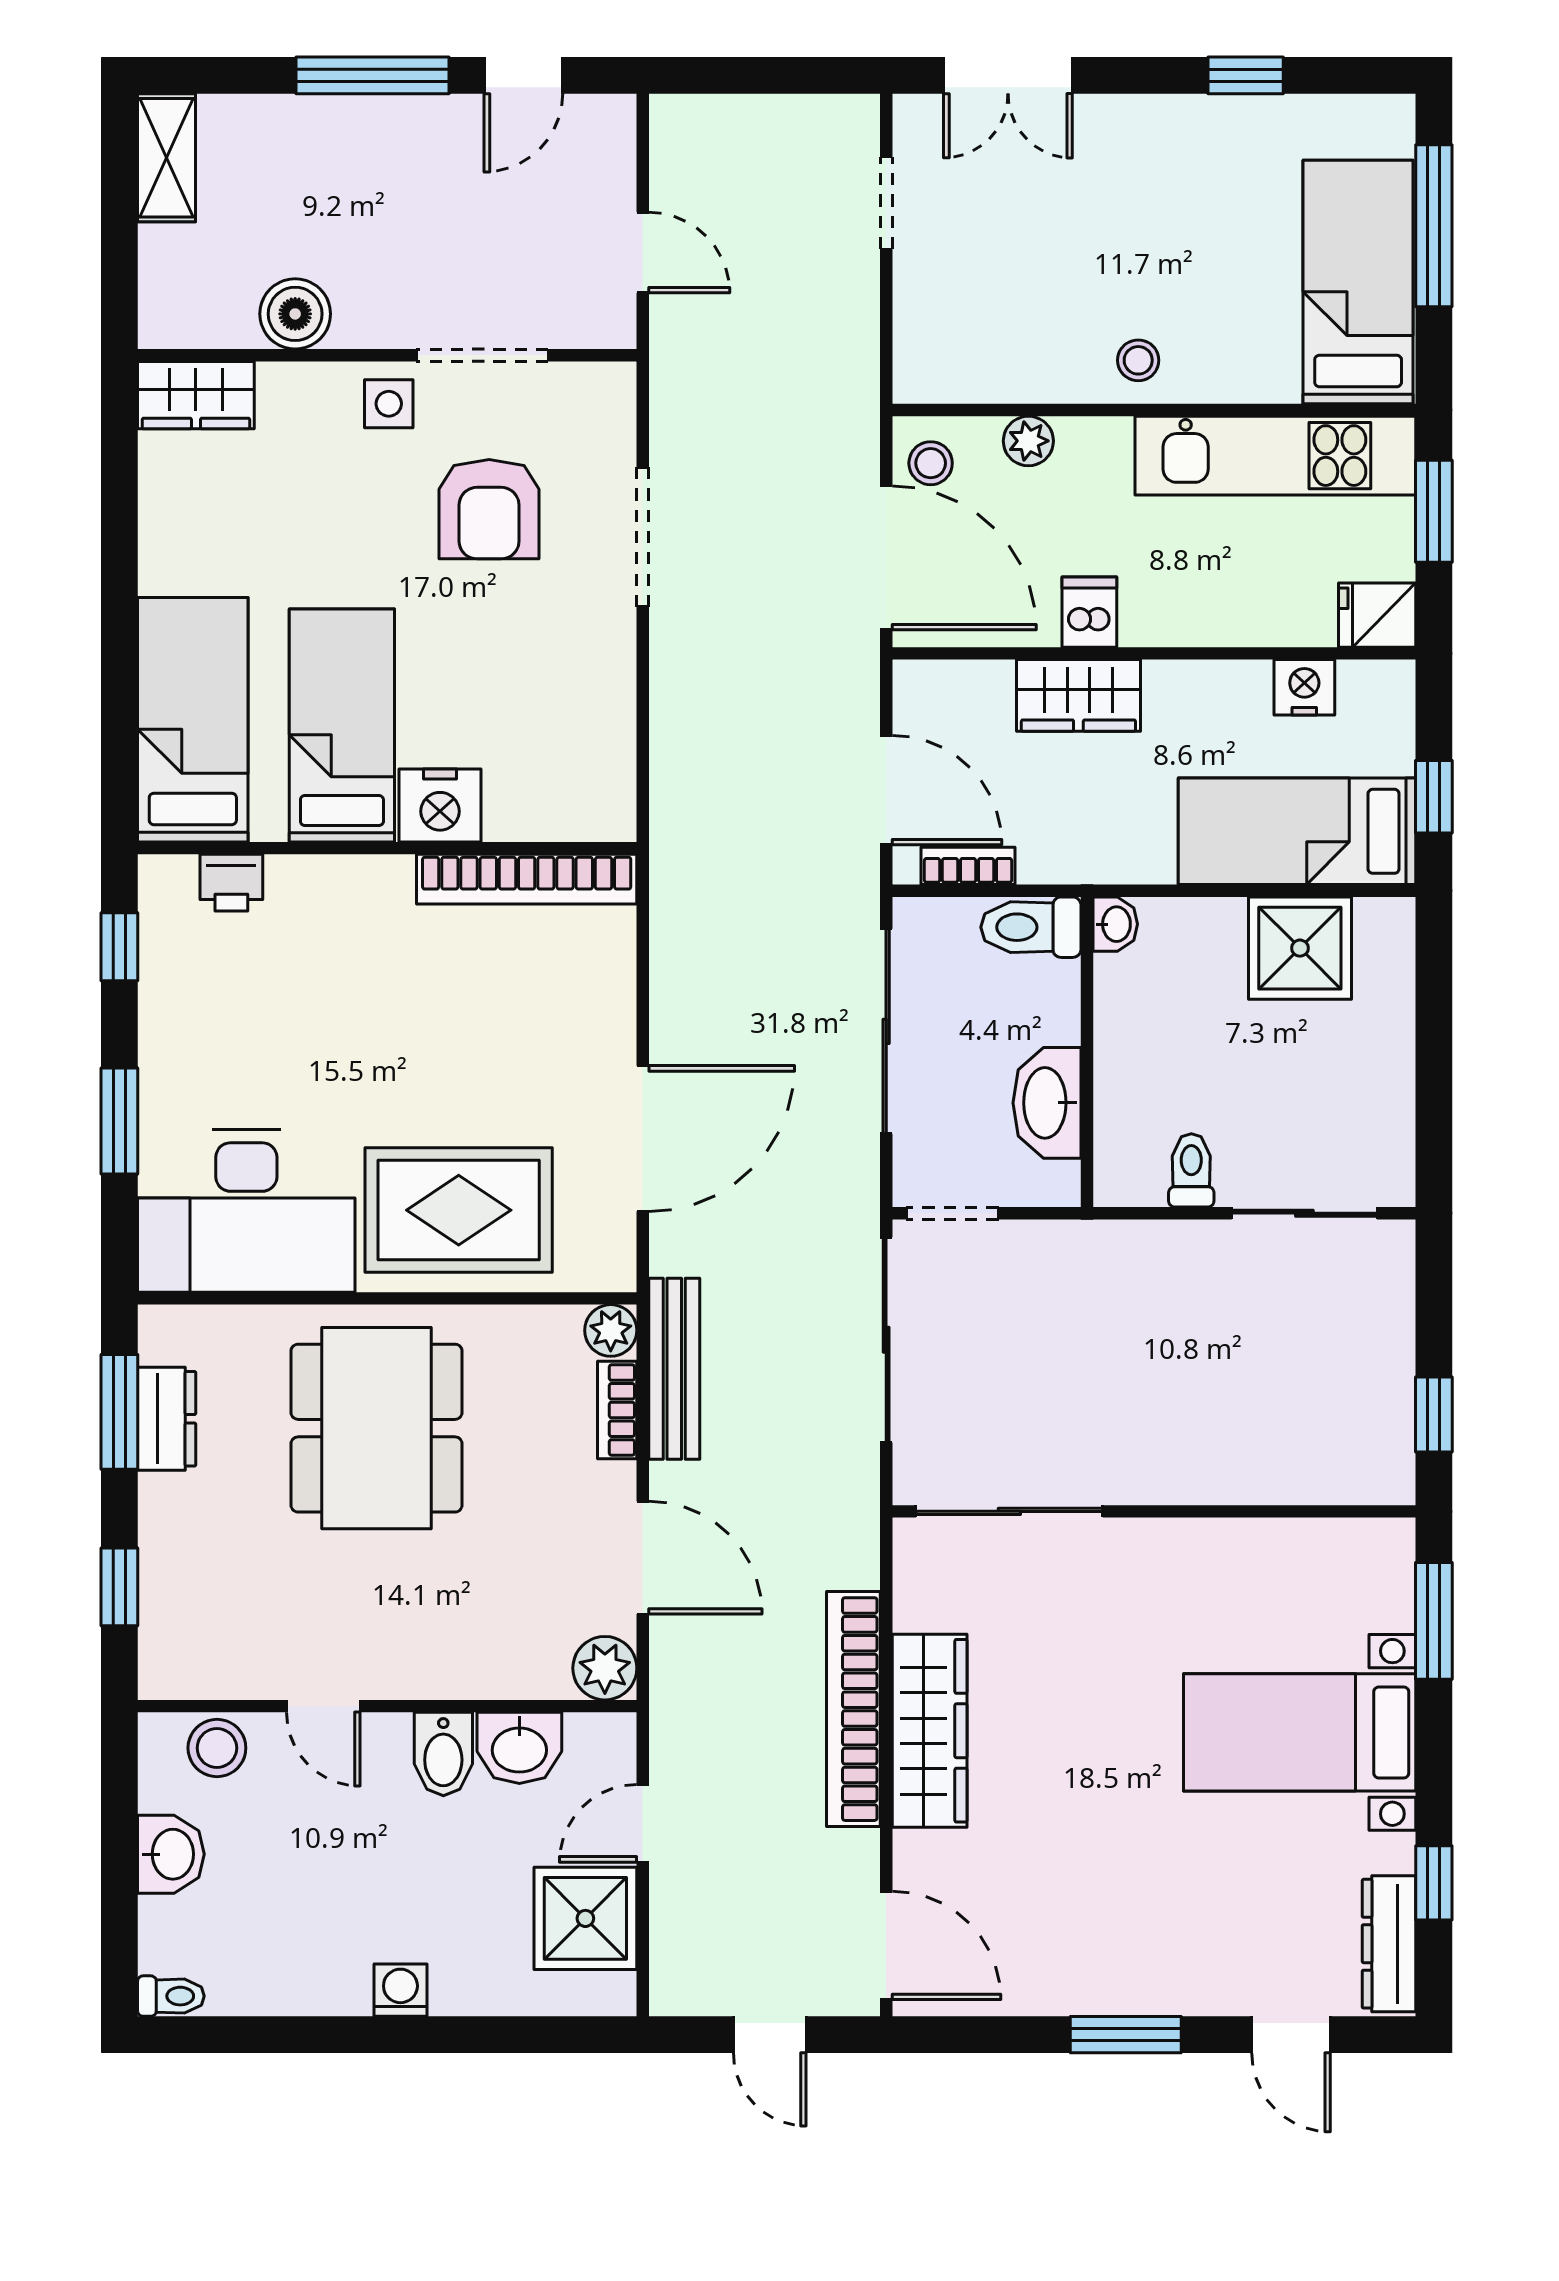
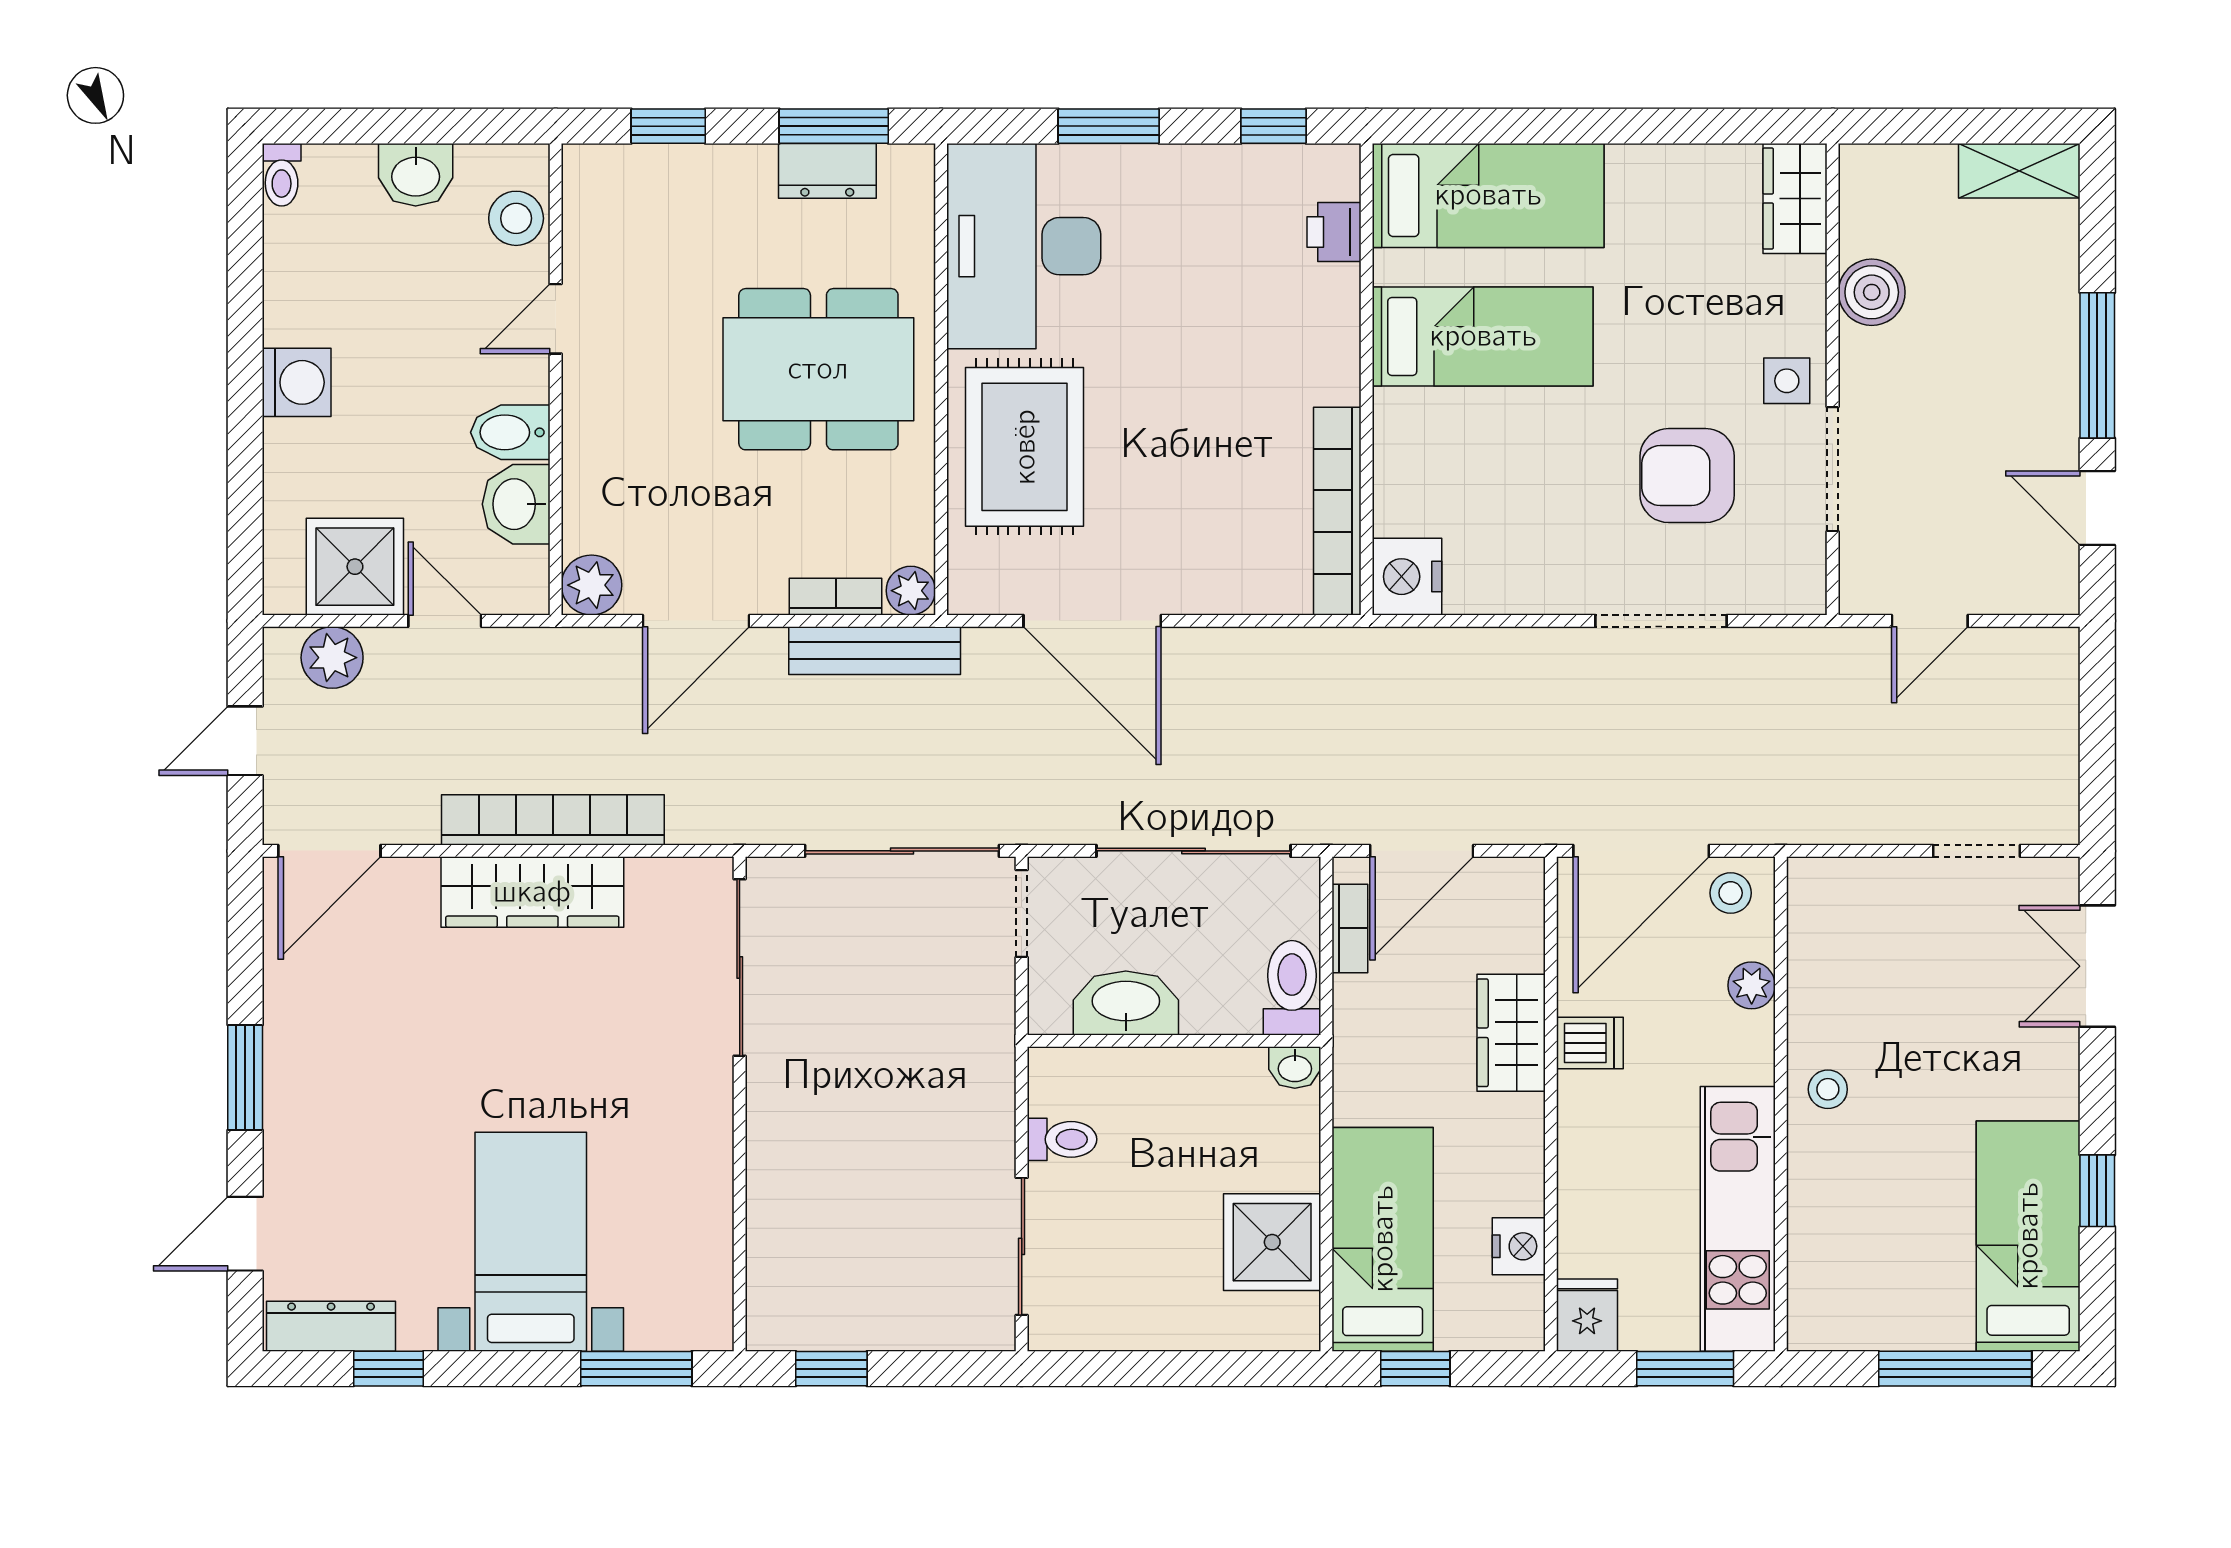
bed: (1358, 282) -> (2028, 1236), moved, turned -90
nightstand: (440, 805) -> (1407, 577), moved
plant: (682, 1943) -> (332, 658), added
washing machine: (400, 1990) -> (297, 382), width x1.38, depth x1.38

